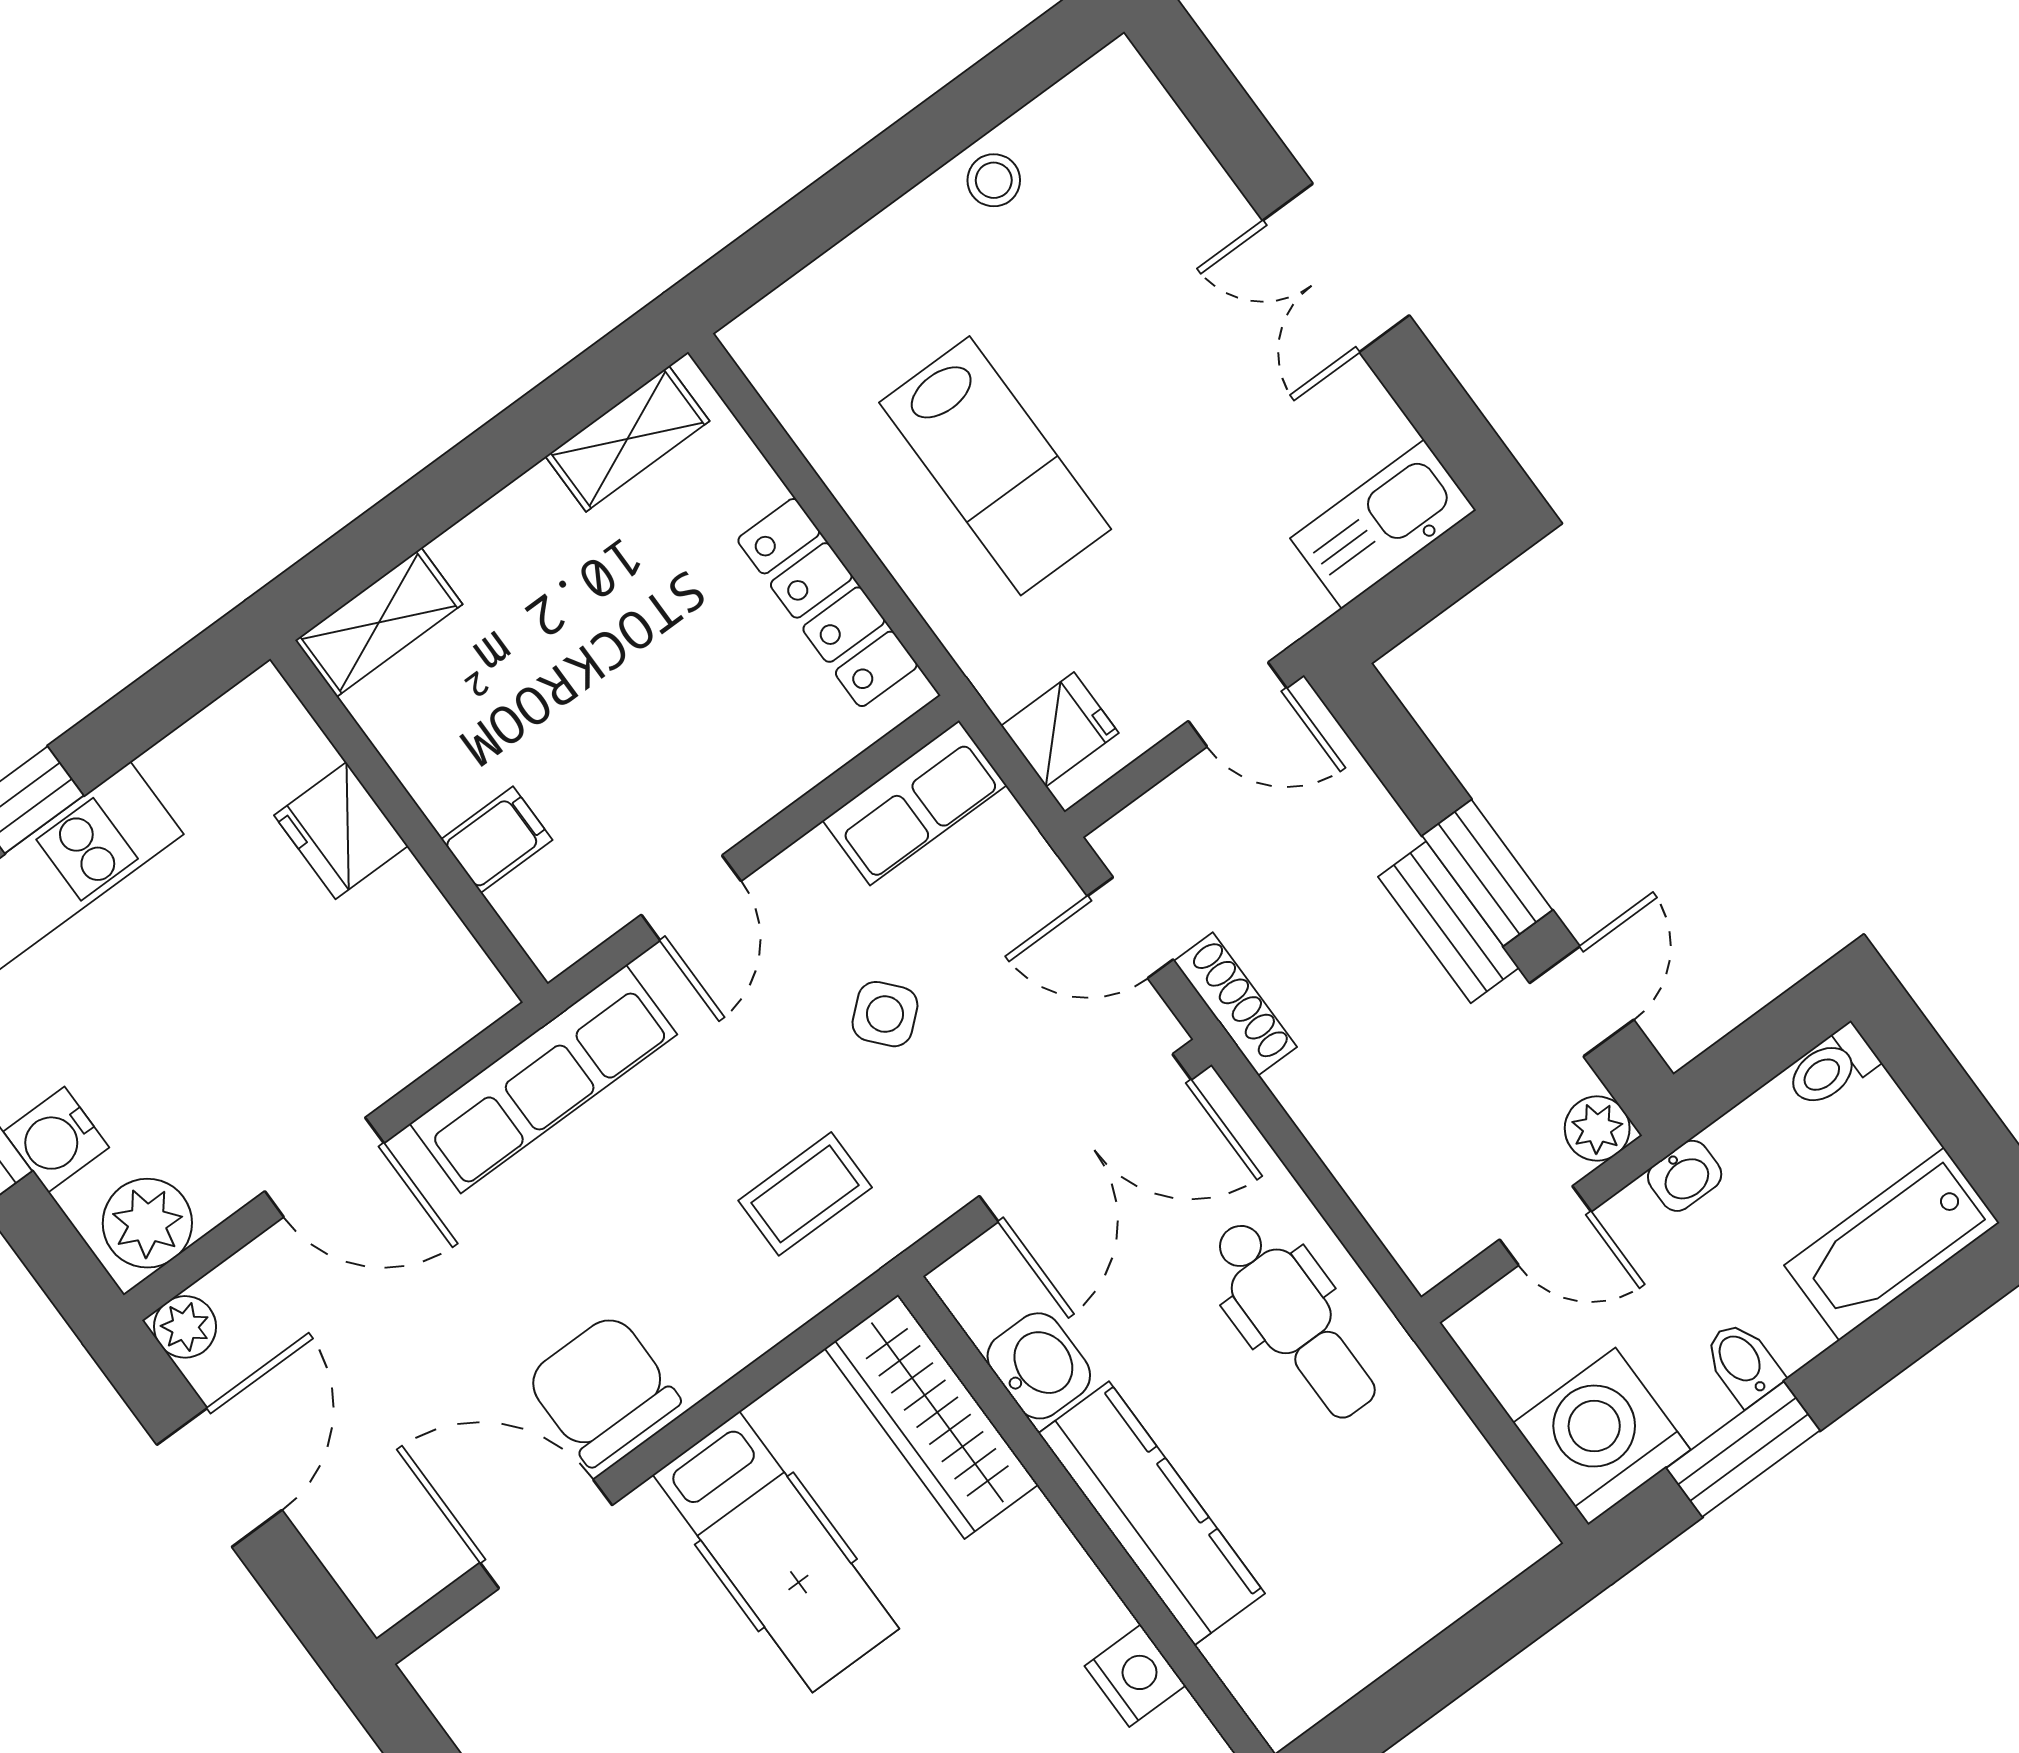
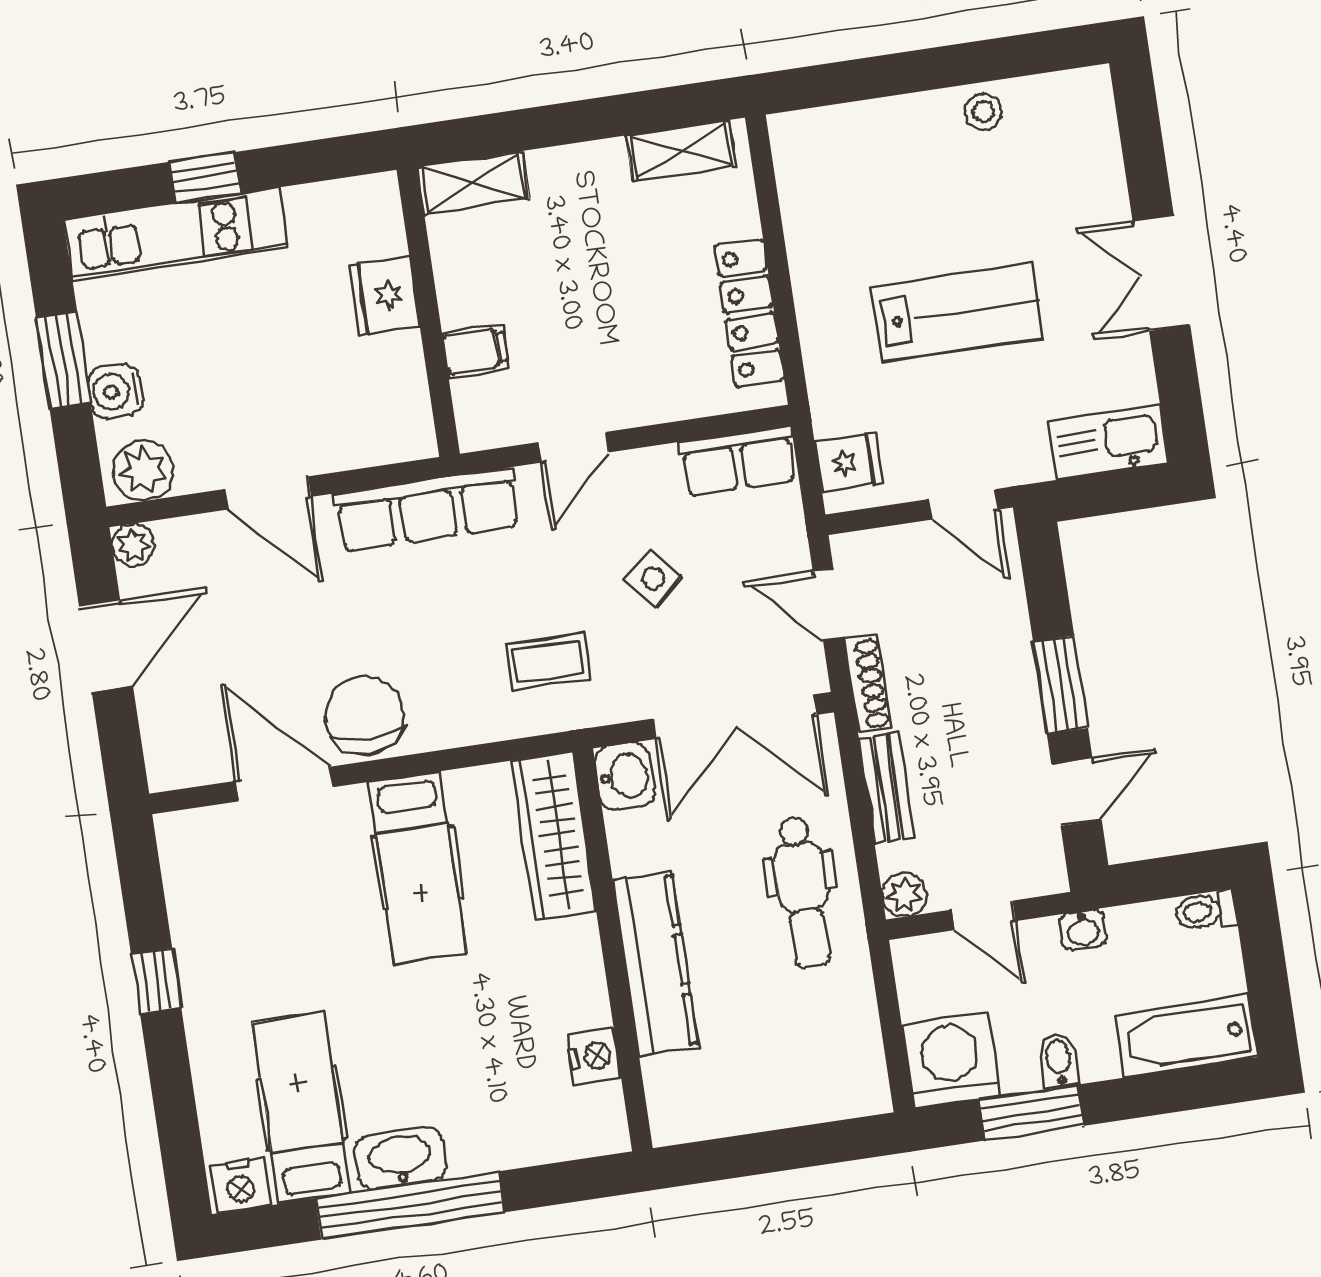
lab bench: (995, 466) -> (957, 312), moved, turned -90
bench: (1448, 922) -> (887, 788), moved
plant: (1597, 1129) -> (904, 894), moved
washbasin: (1039, 1366) -> (625, 776), moved

